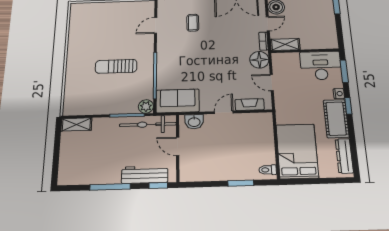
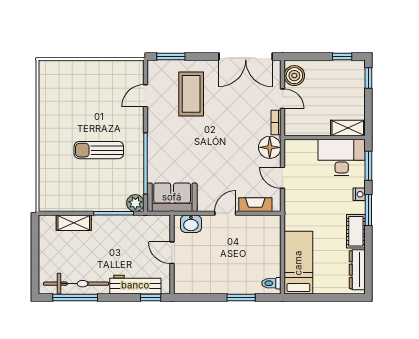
coffee table: (193, 23) -> (191, 94), width x1.86, depth x1.72
door: (268, 24) -> (283, 99), hinge flipped
shelving: (285, 44) -> (348, 128), moved
window: (348, 106) -> (368, 210), width x1.50
cot: (336, 119) -> (356, 231), width x0.73, depth x0.75
shelving: (76, 124) -> (74, 223), moved
bicycle: (148, 125) -> (76, 284), moved, turned 180
bed: (297, 151) -> (298, 263), width x0.67
window: (110, 187) -> (75, 297), moved

